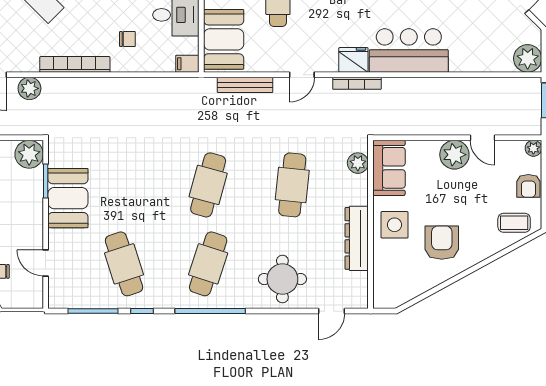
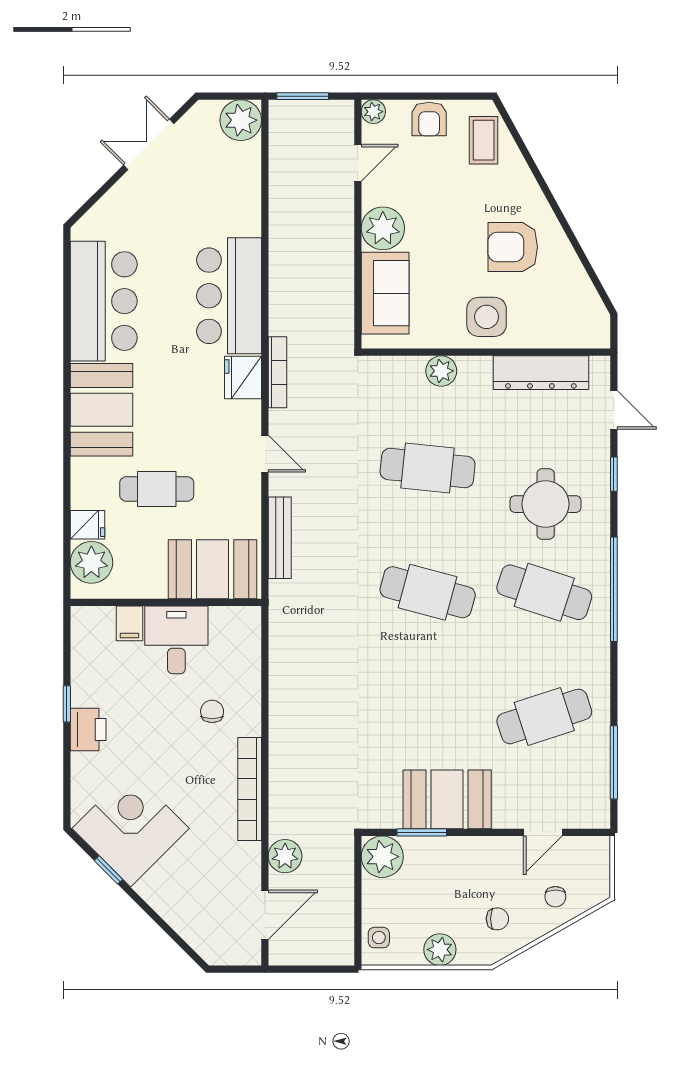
filing cabinet: (187, 64) -> (249, 623), removed
door: (482, 138) -> (358, 163), moved
plant: (358, 163) -> (441, 371), moved
sofa: (389, 168) -> (385, 293), moved, turned 90
armchair: (528, 186) -> (429, 119), turned 90
dresser: (357, 238) -> (541, 373), moved
round table: (282, 279) -> (546, 504), moved
window: (142, 311) -> (614, 474), moved

